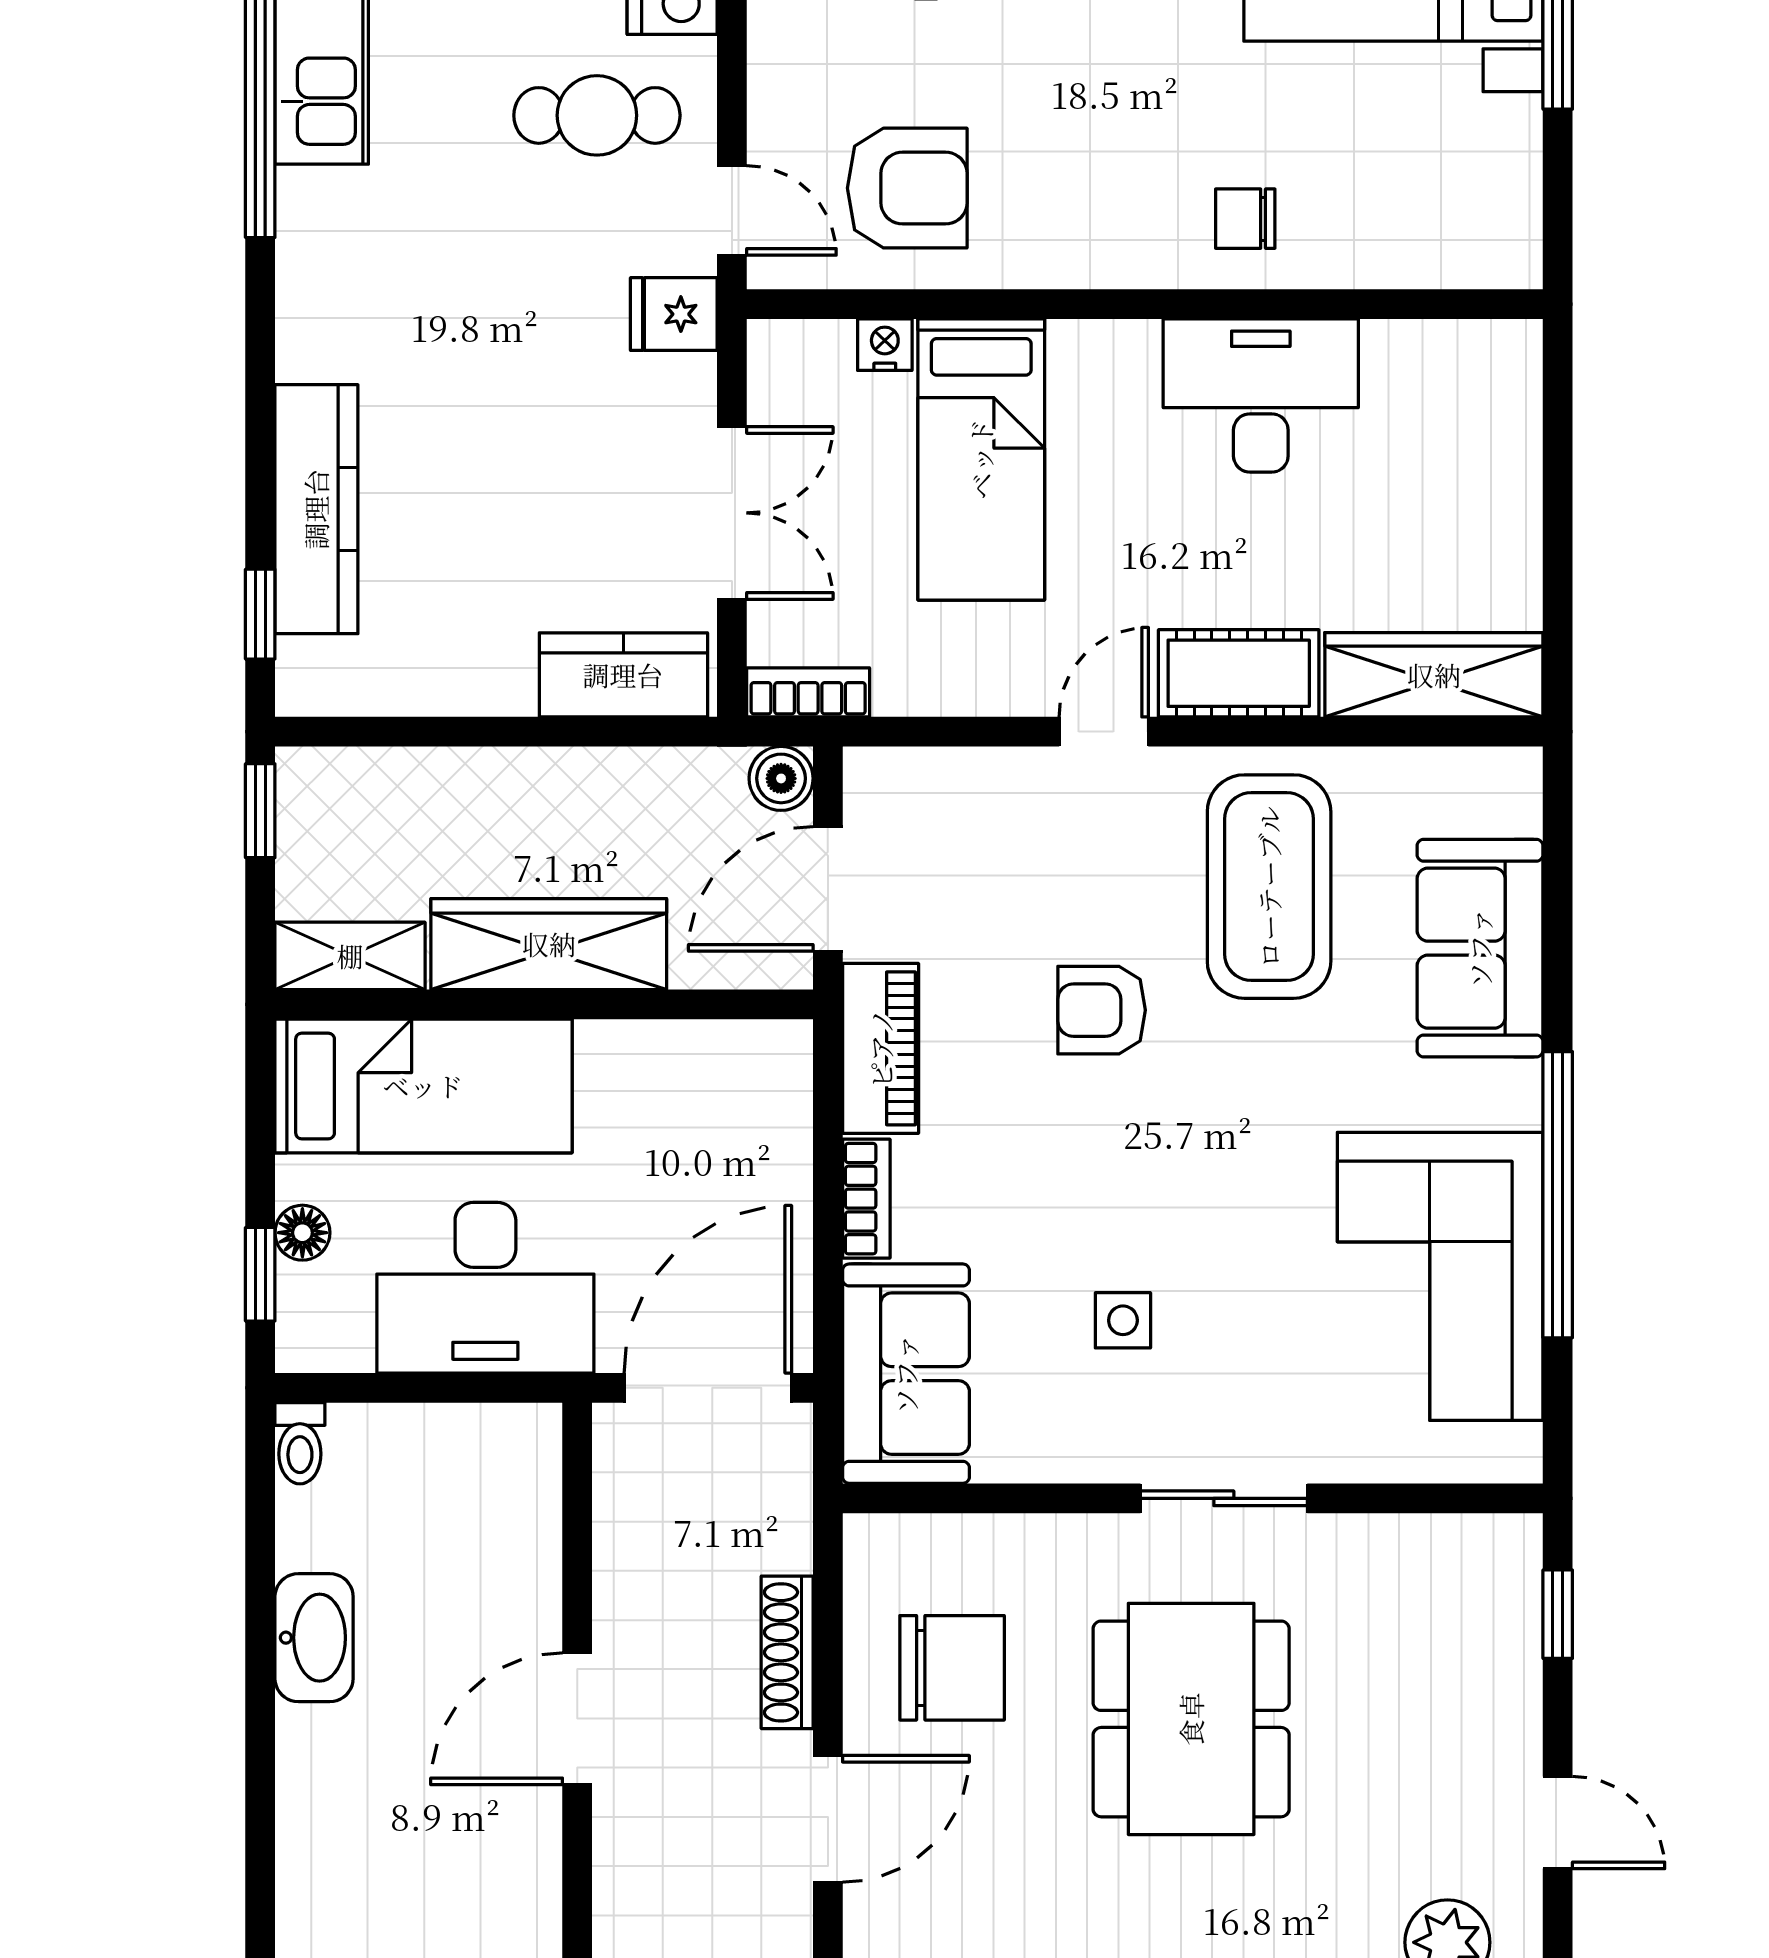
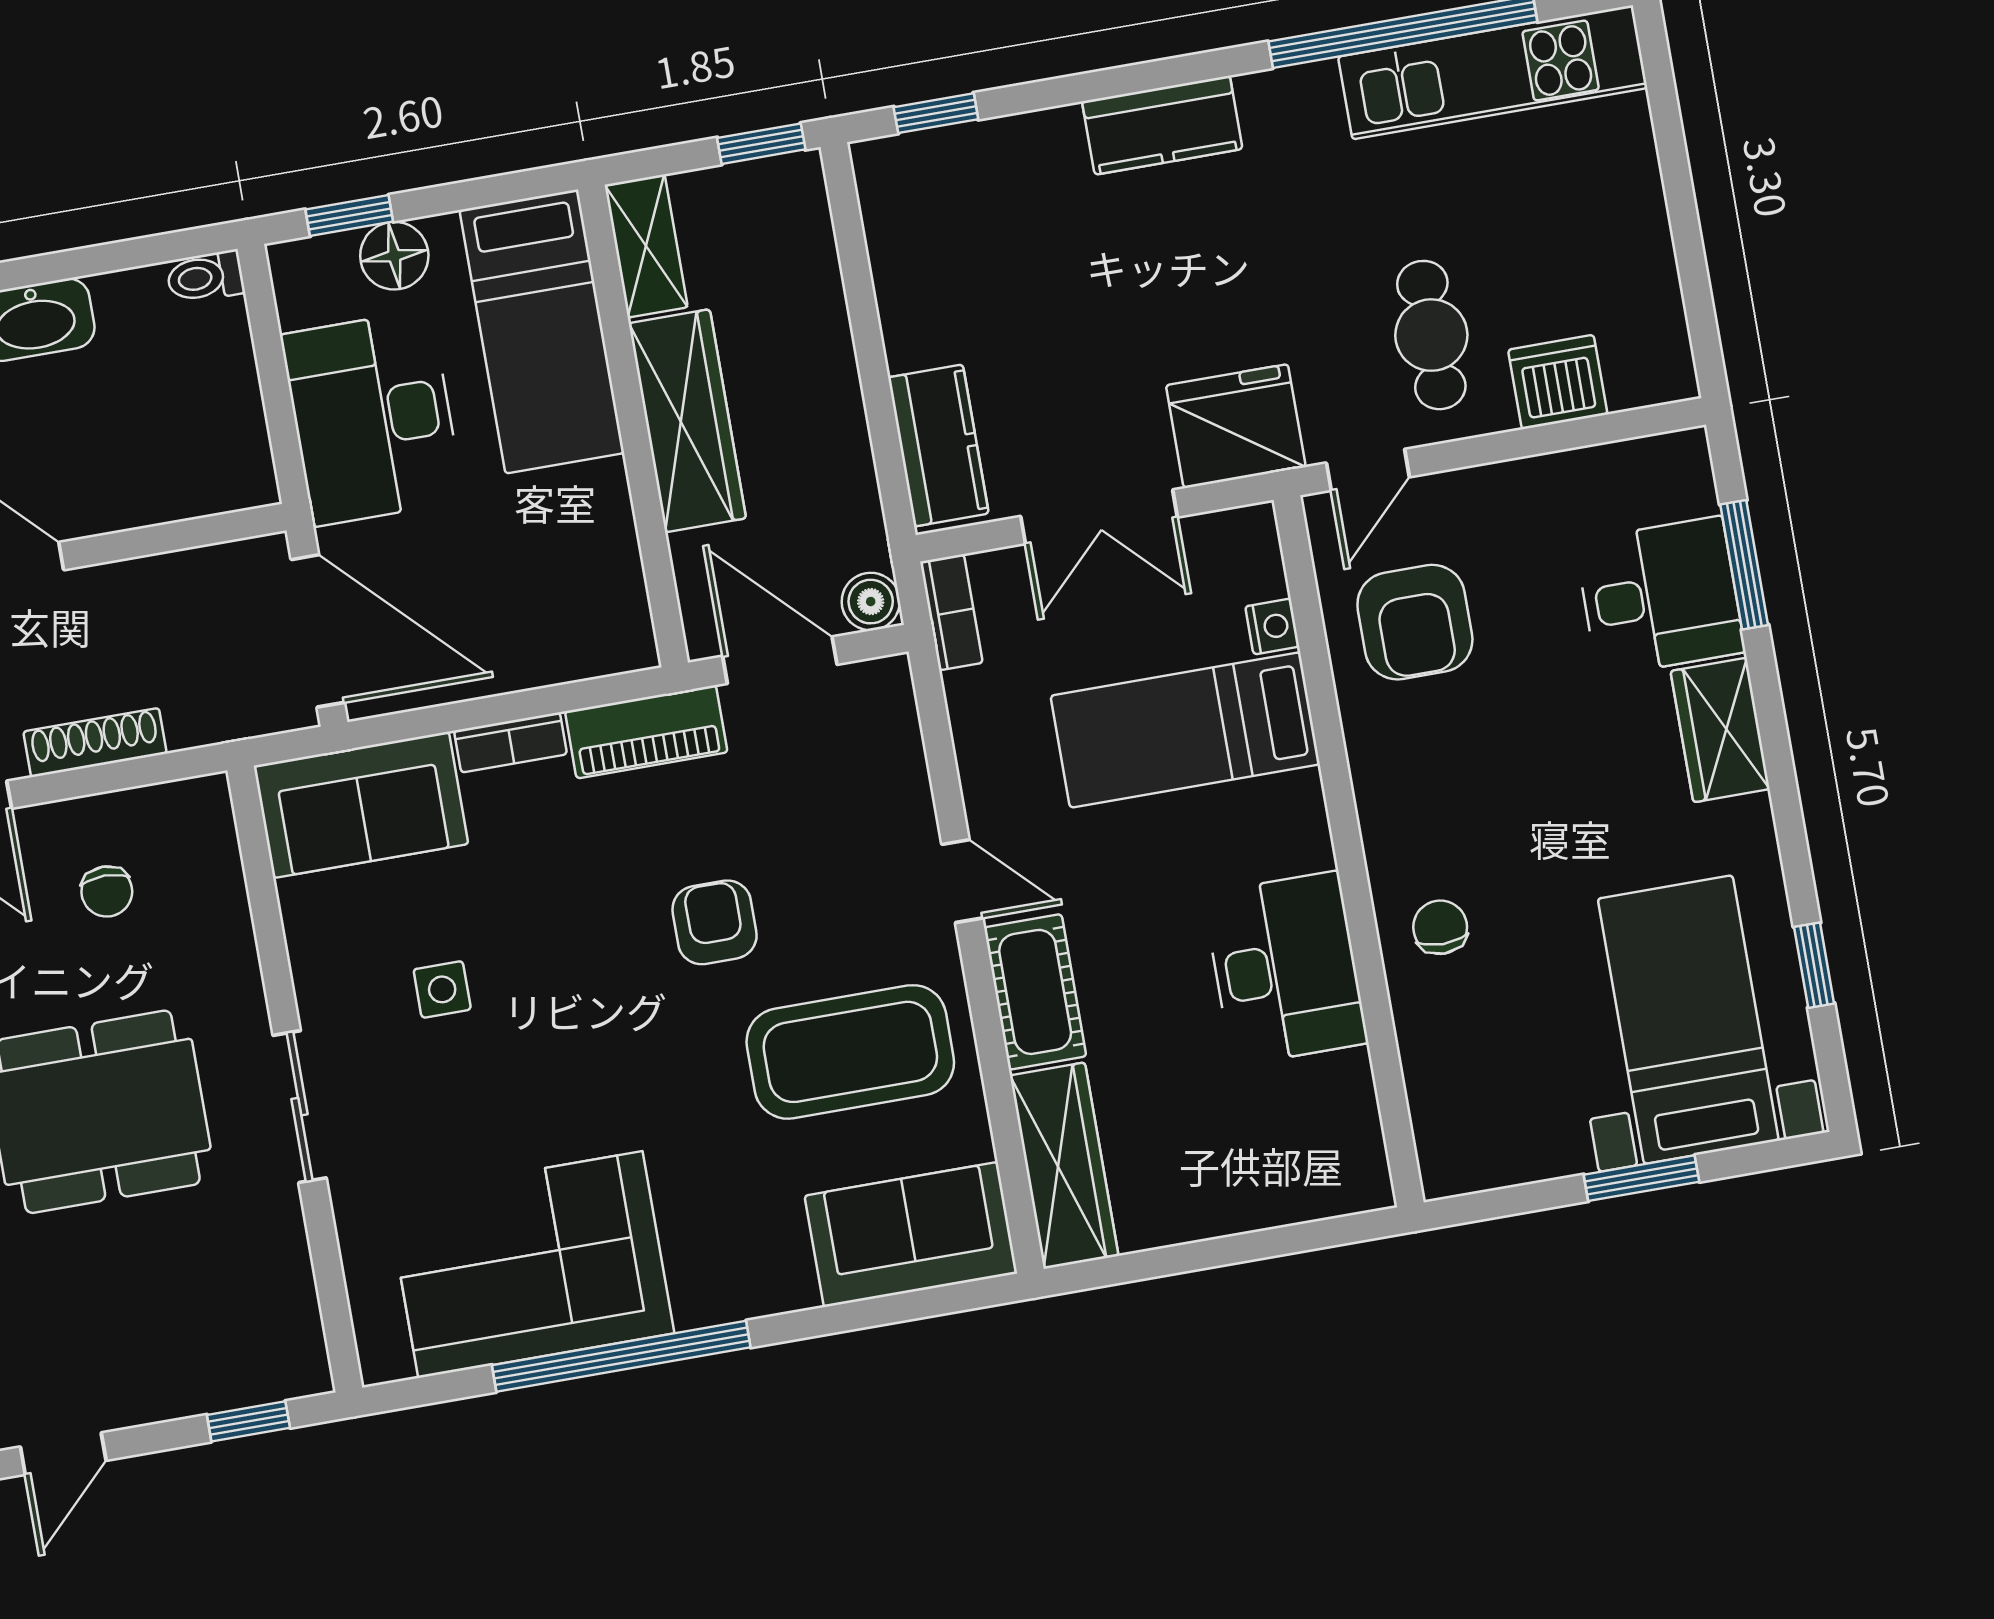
fridge: (674, 314) -> (1236, 426), width x1.88, depth x1.34
kitchen counter: (316, 509) -> (1162, 125), moved, width x0.67
sofa: (1480, 948) -> (911, 1235), moved
floor lamp: (302, 1233) -> (394, 256), width x1.37, depth x1.37
chair: (952, 1668) -> (107, 891), width x0.54, depth x0.54

